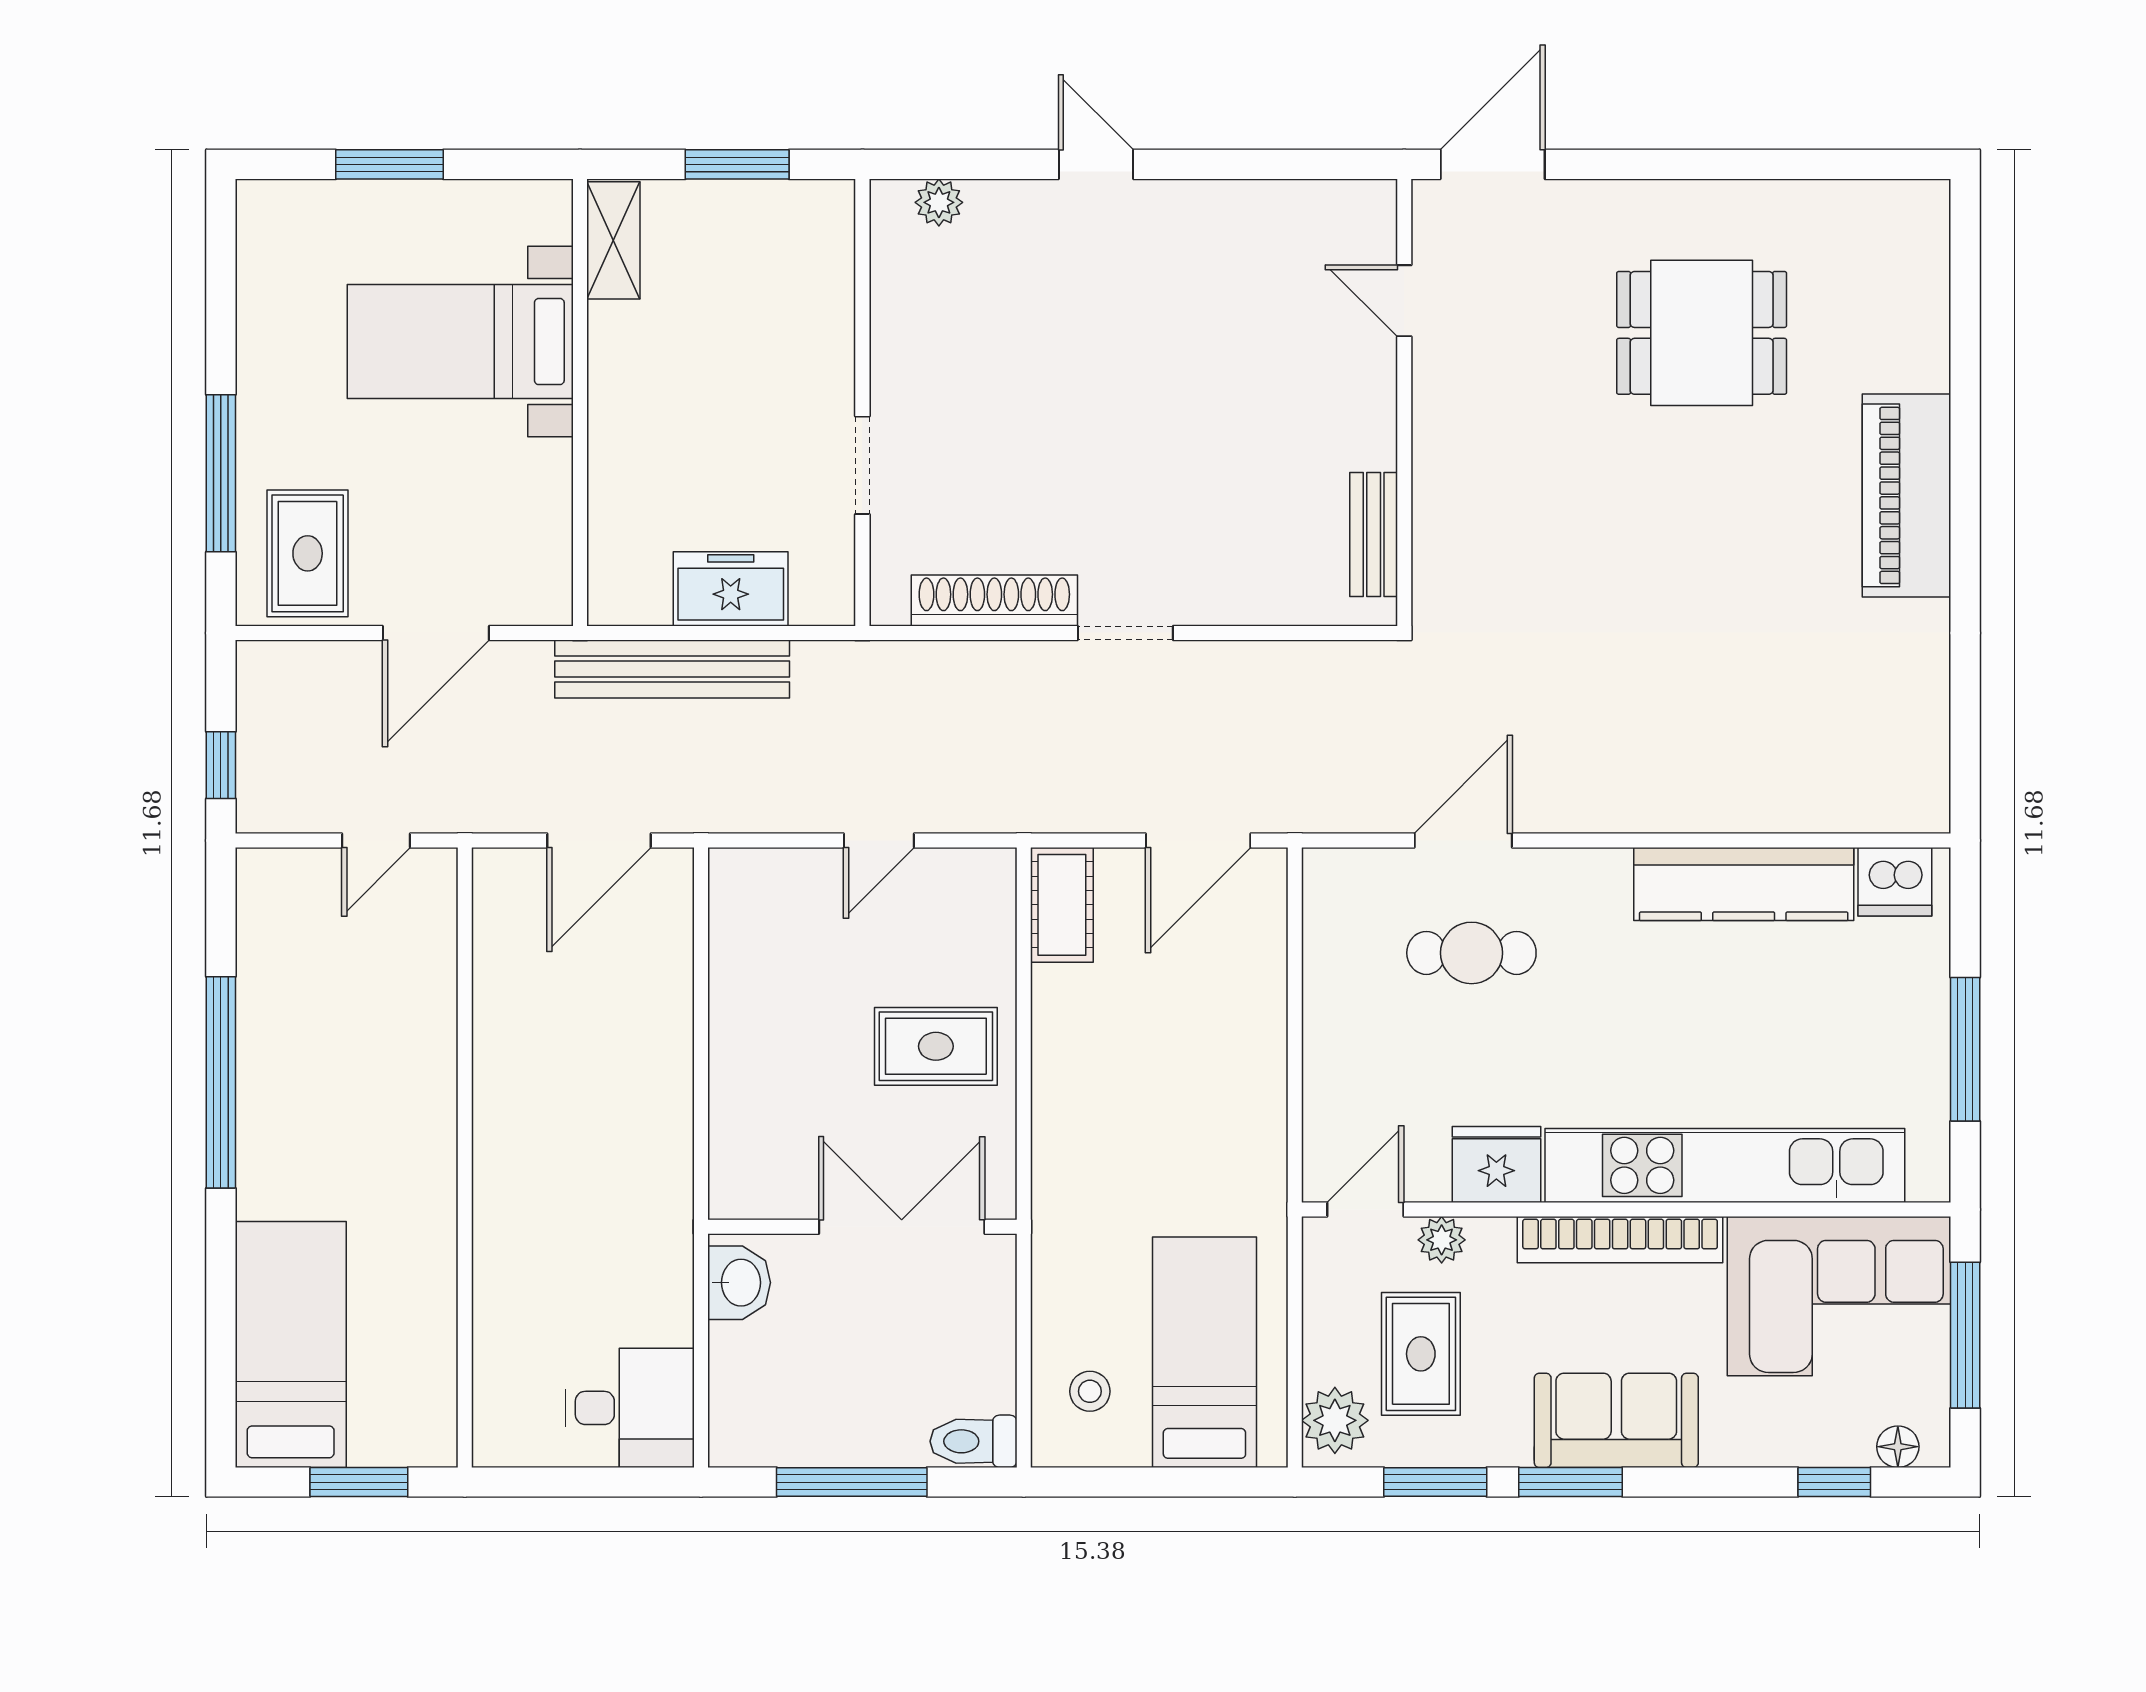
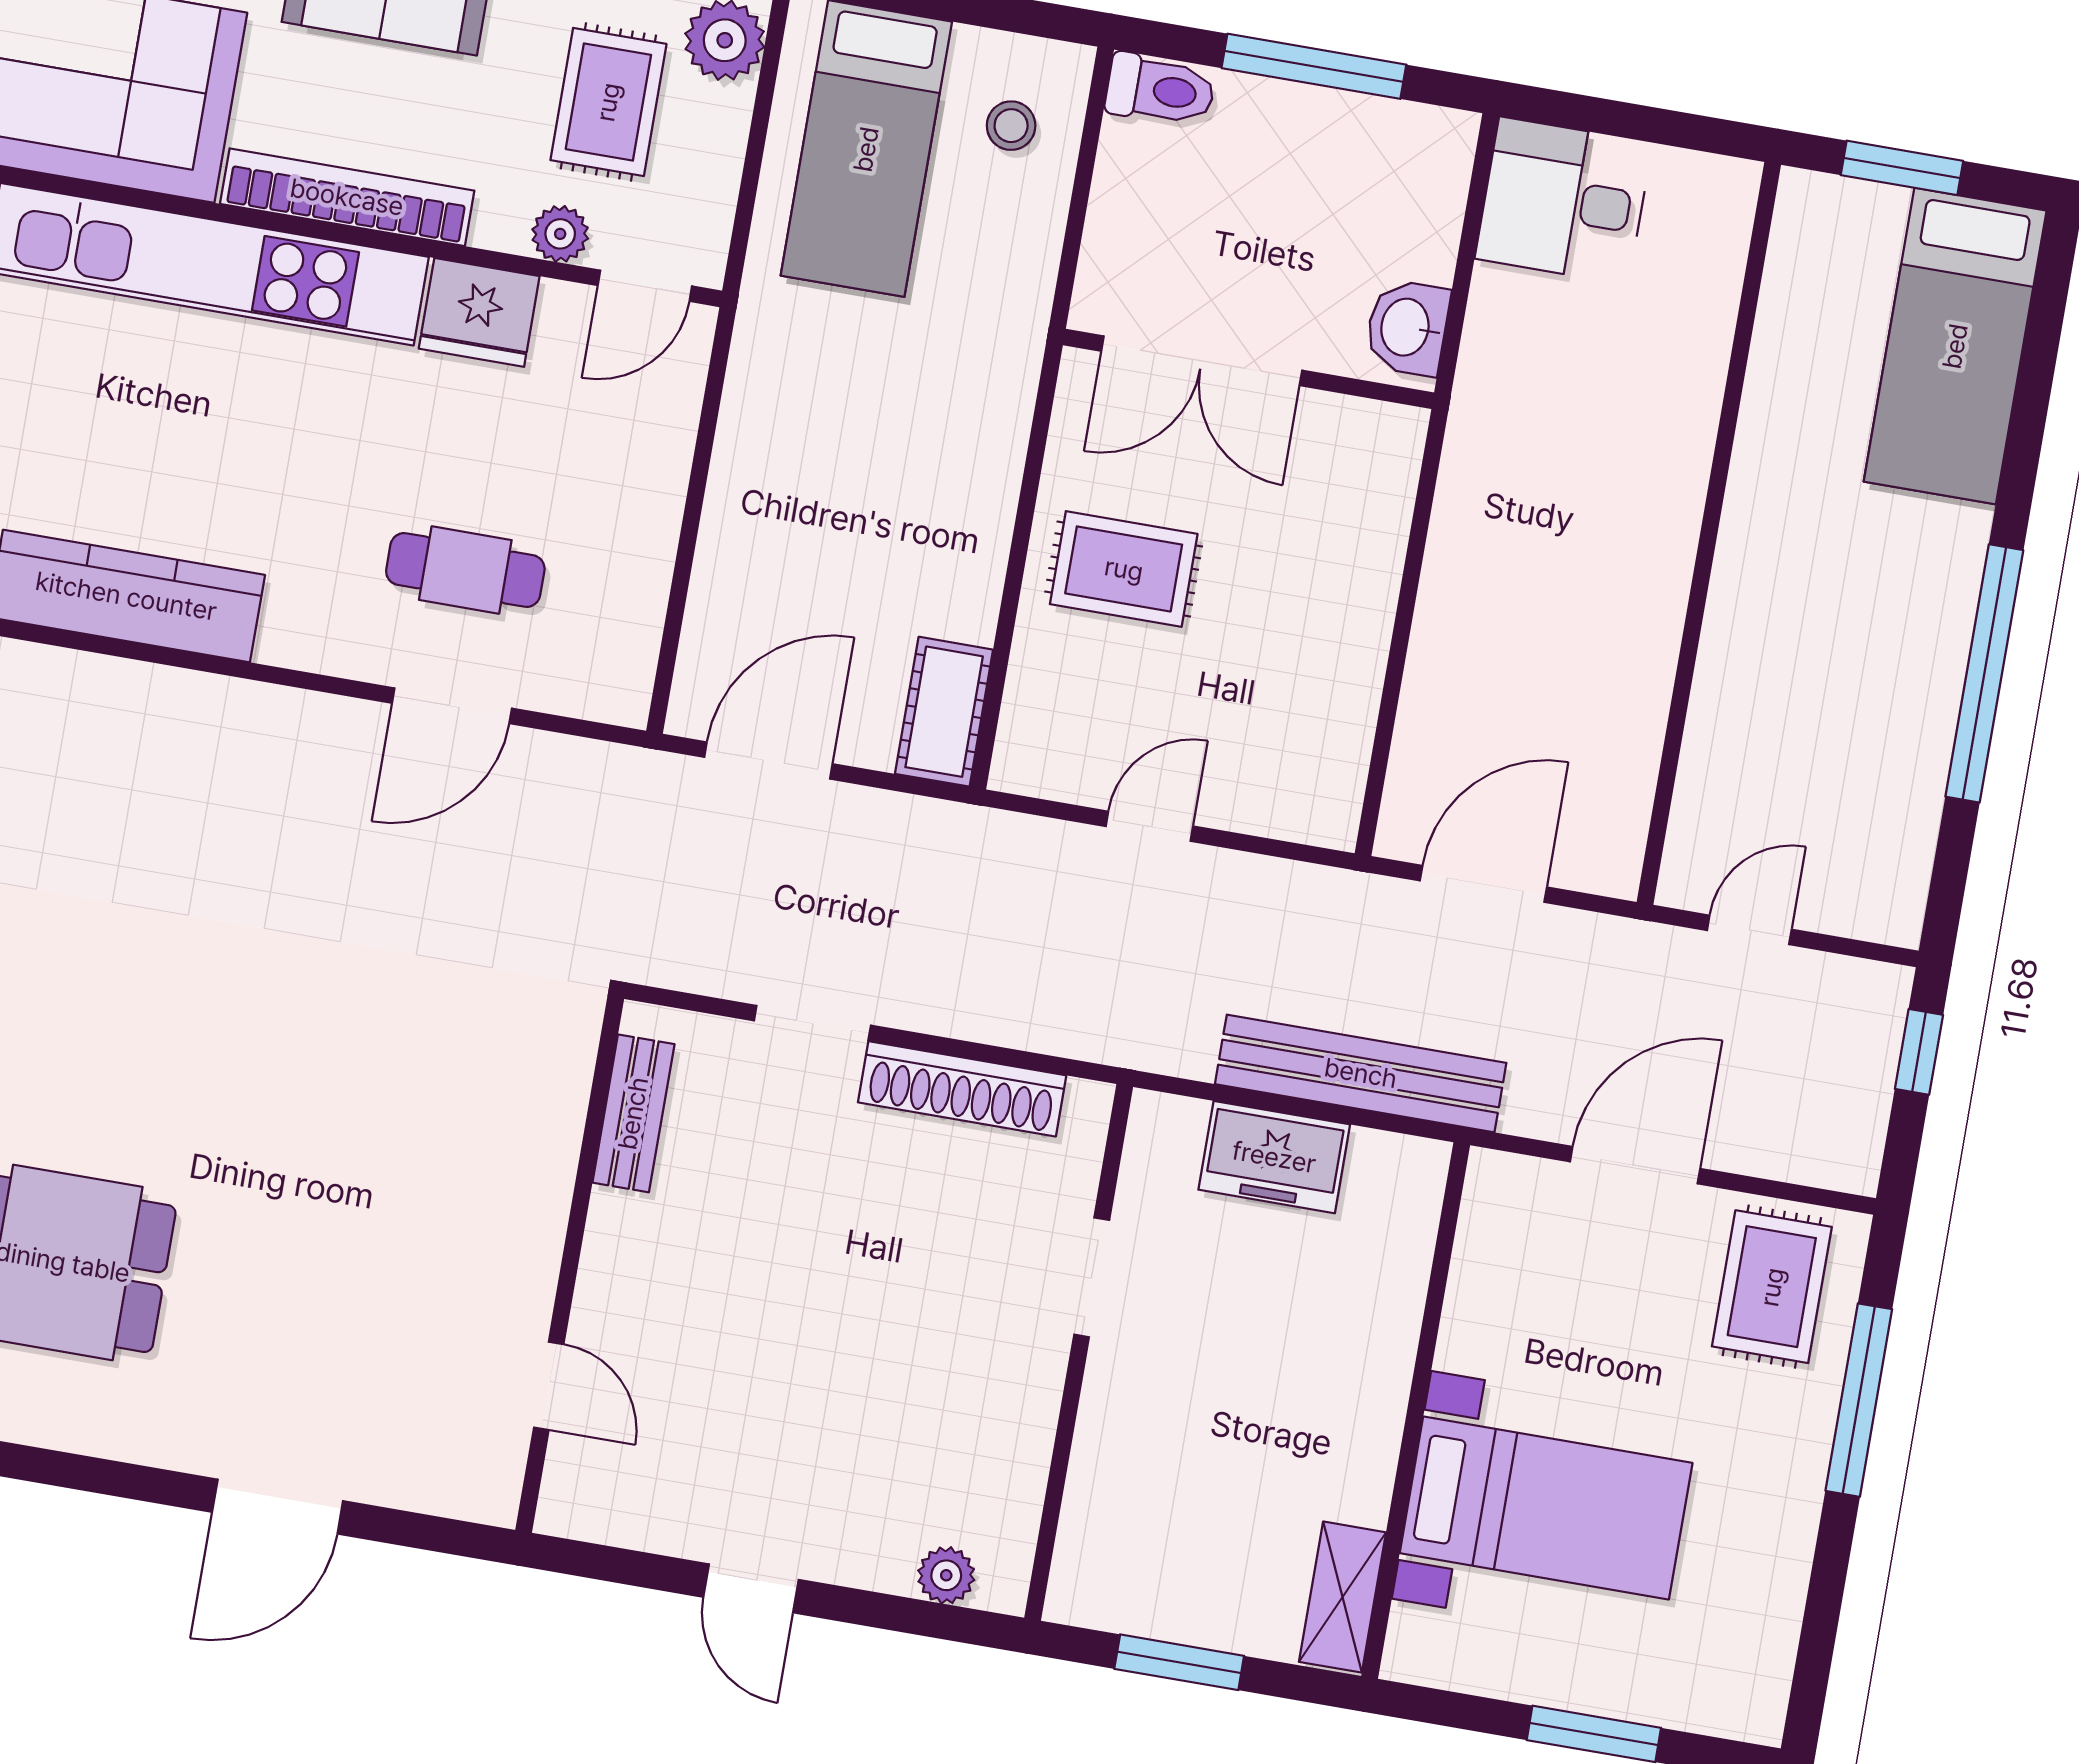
door: (1404, 301) -> (549, 1386), moved
wall: (1404, 402) -> (570, 1264), moved
bench: (1374, 534) -> (633, 1113), moved

